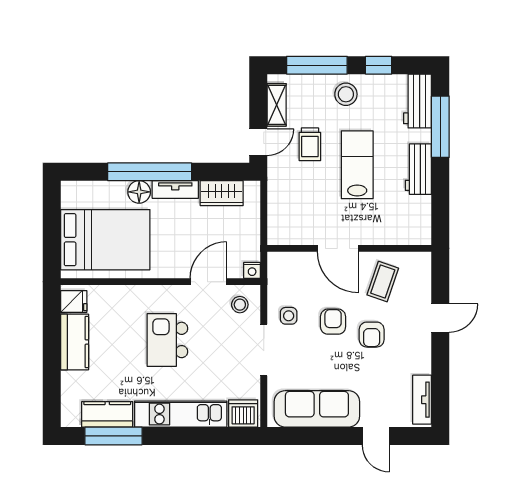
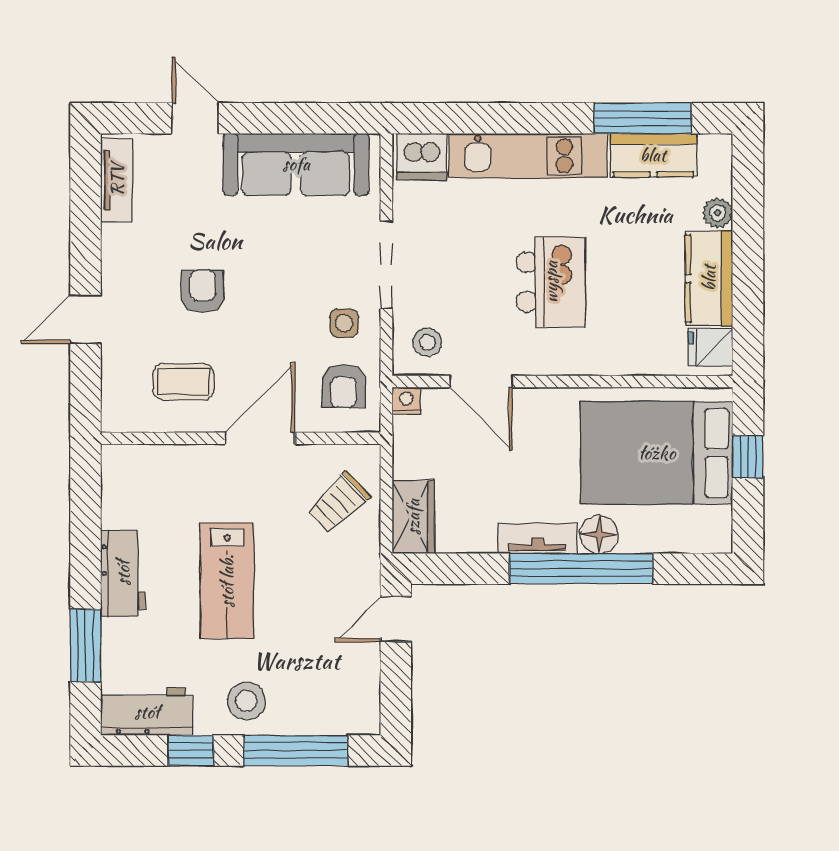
workbench: (417, 101) -> (147, 712), moved, turned -90
shelving: (277, 105) -> (364, 683), removed
window: (440, 127) -> (85, 646), width x0.69
trolley: (310, 144) -> (339, 503), moved, turned -134
wardrobe: (222, 193) -> (413, 517), moved, turned 90
window: (52, 237) -> (748, 457), added
door: (338, 248) -> (260, 438), hinge flipped
door: (208, 282) -> (481, 381), hinge flipped
coffee table: (383, 282) -> (184, 382), turned 71
armchair: (333, 322) -> (343, 386), moved
plant: (70, 381) -> (718, 213), added

